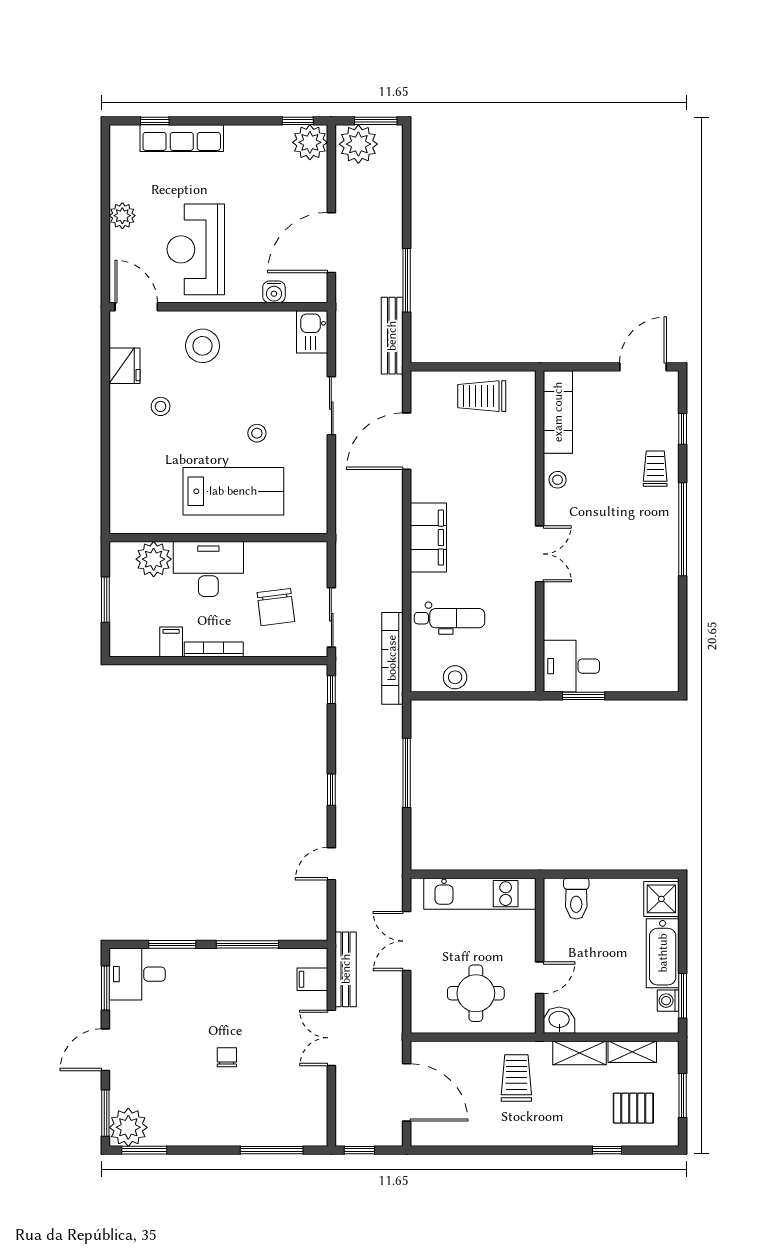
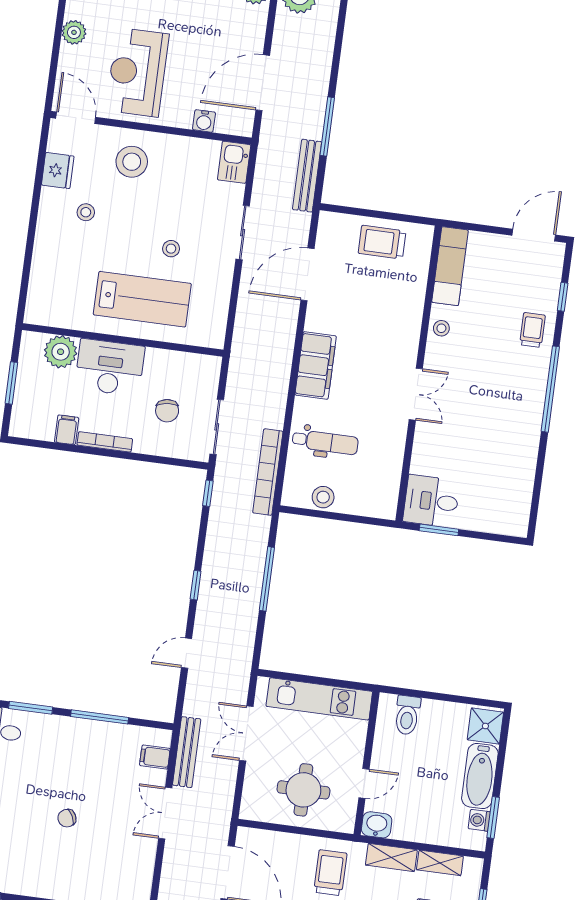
chair: (276, 607) -> (167, 411), width x0.73, depth x0.73
chair: (227, 1057) -> (67, 818), turned -116

